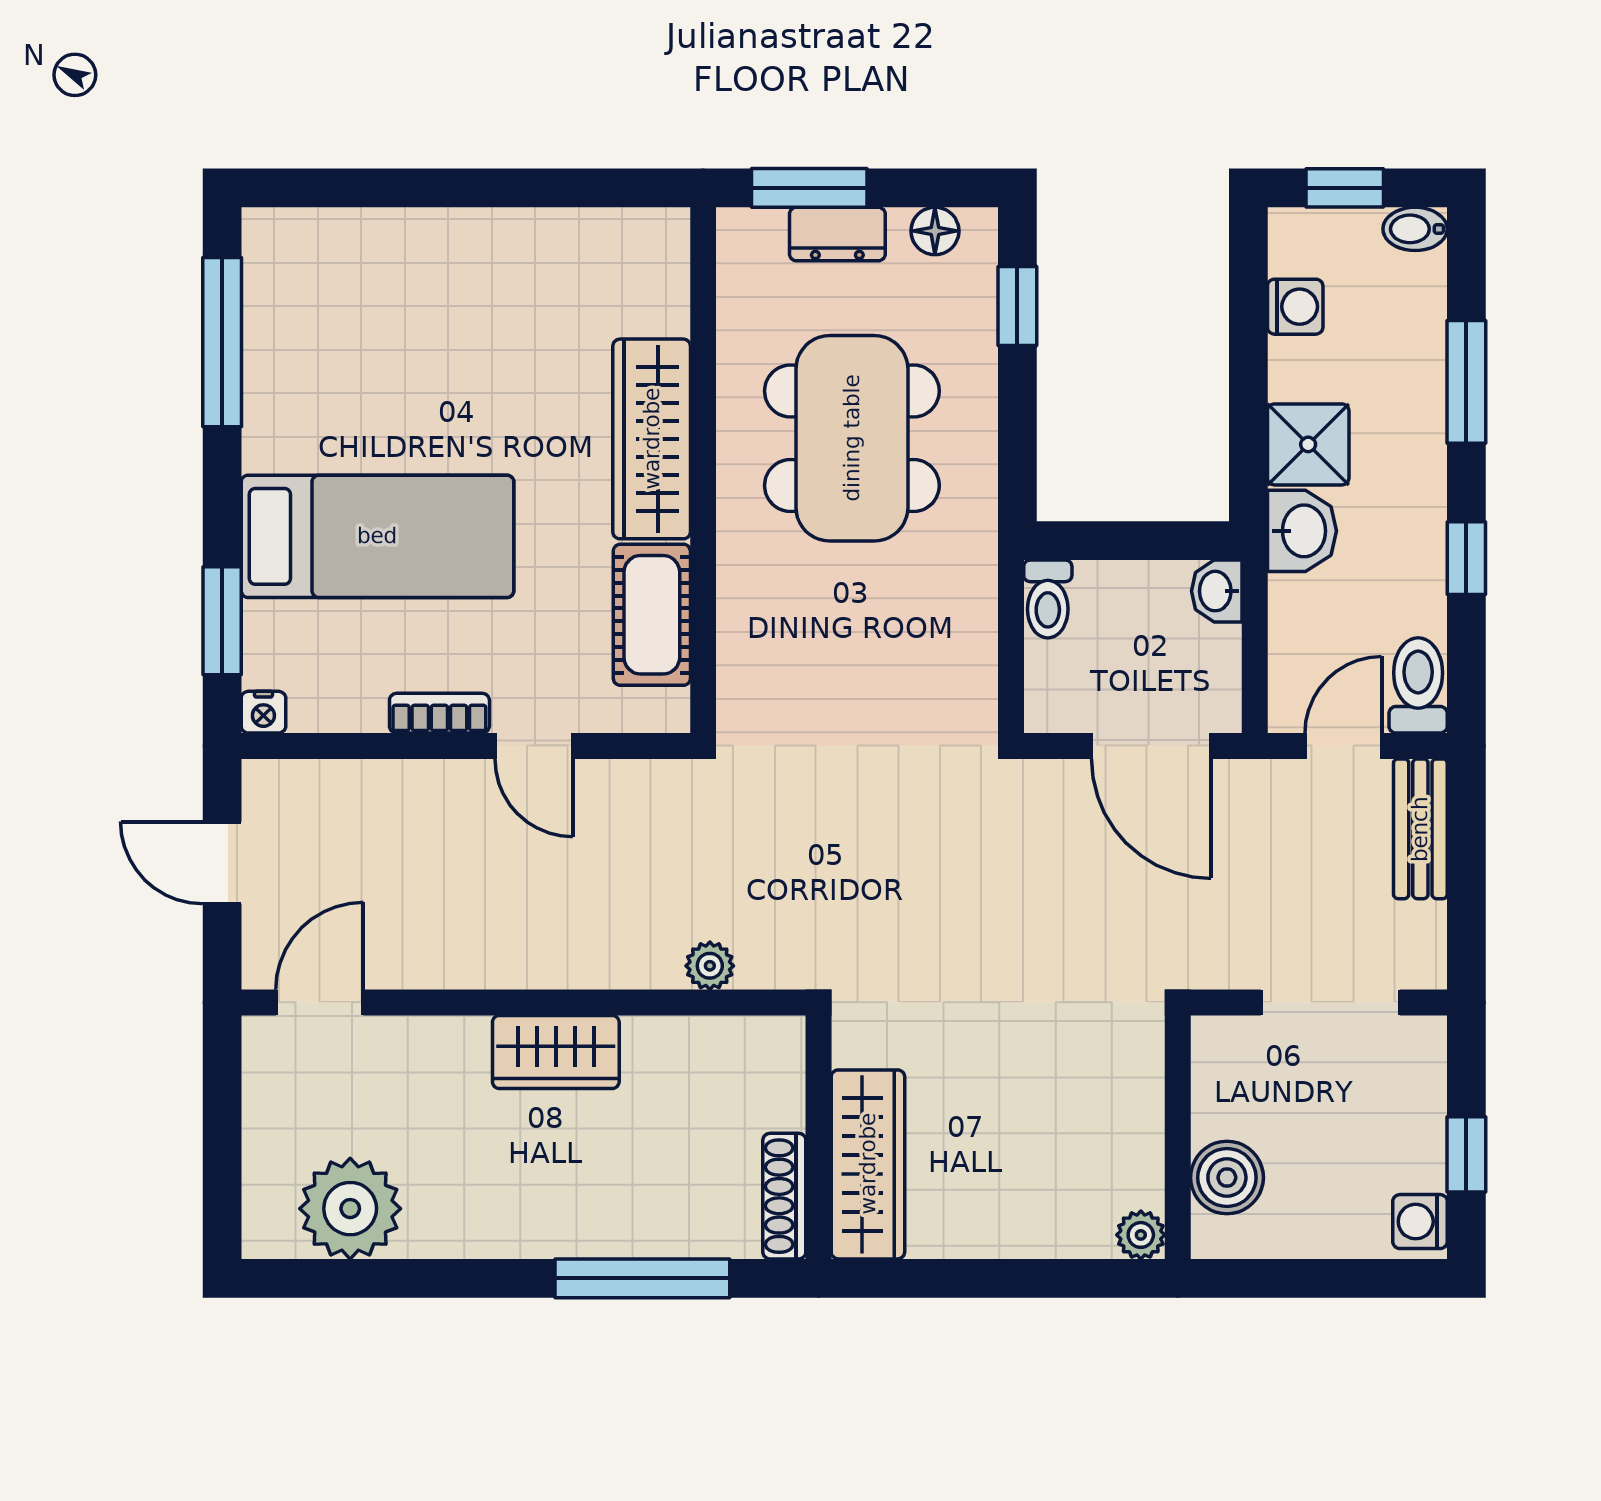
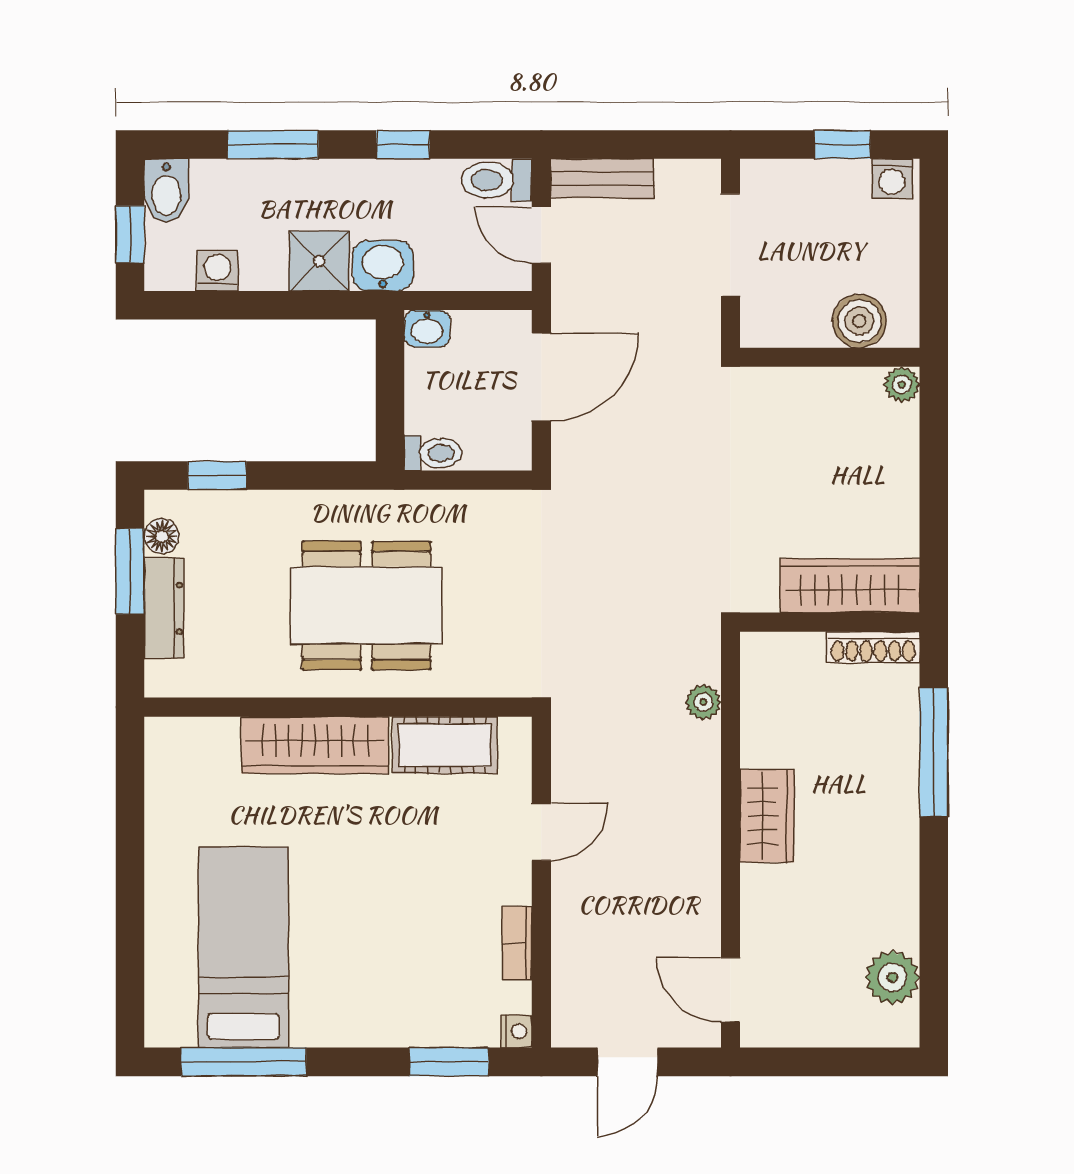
window: (809, 188) -> (130, 571), moved
bidet: (1415, 229) -> (166, 191), width x1.38, depth x1.36
dresser: (837, 234) -> (164, 608), width x1.44
dining table: (852, 438) -> (366, 606), moved
bed: (377, 536) -> (244, 947), moved
bookcase: (439, 713) -> (517, 943), moved
plant: (350, 1209) -> (892, 977), width x0.73, depth x0.73

